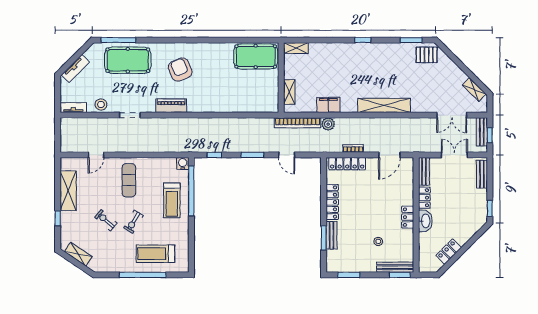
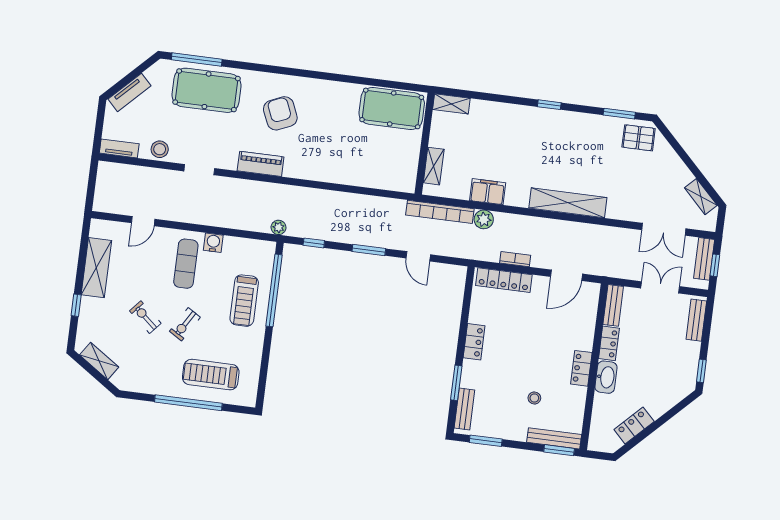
plant: (189, 147) -> (279, 227), added
water cooler: (183, 164) -> (213, 243), moved
locker: (332, 202) -> (474, 342), width x0.66
bench: (332, 235) -> (464, 409), moved

